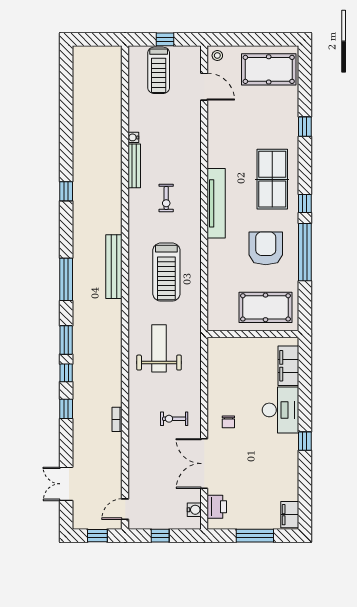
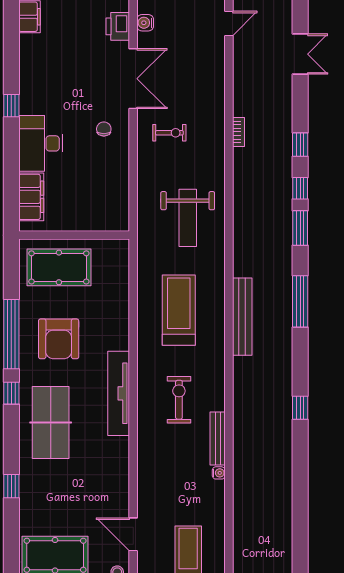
exercise bike: (166, 198) -> (179, 400), width x1.38, depth x1.39

